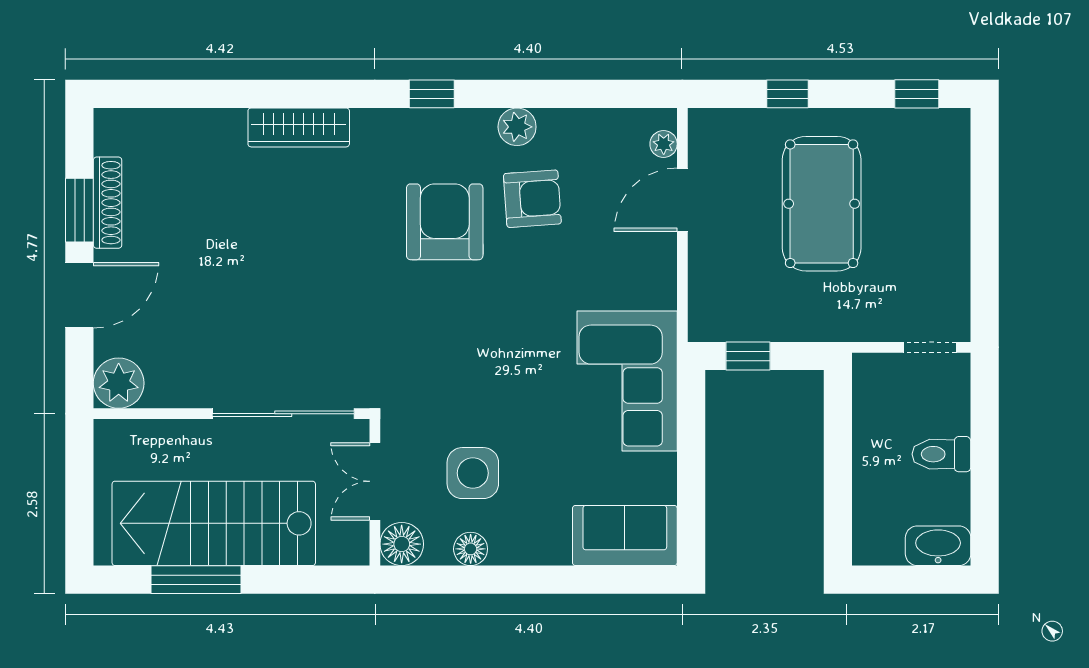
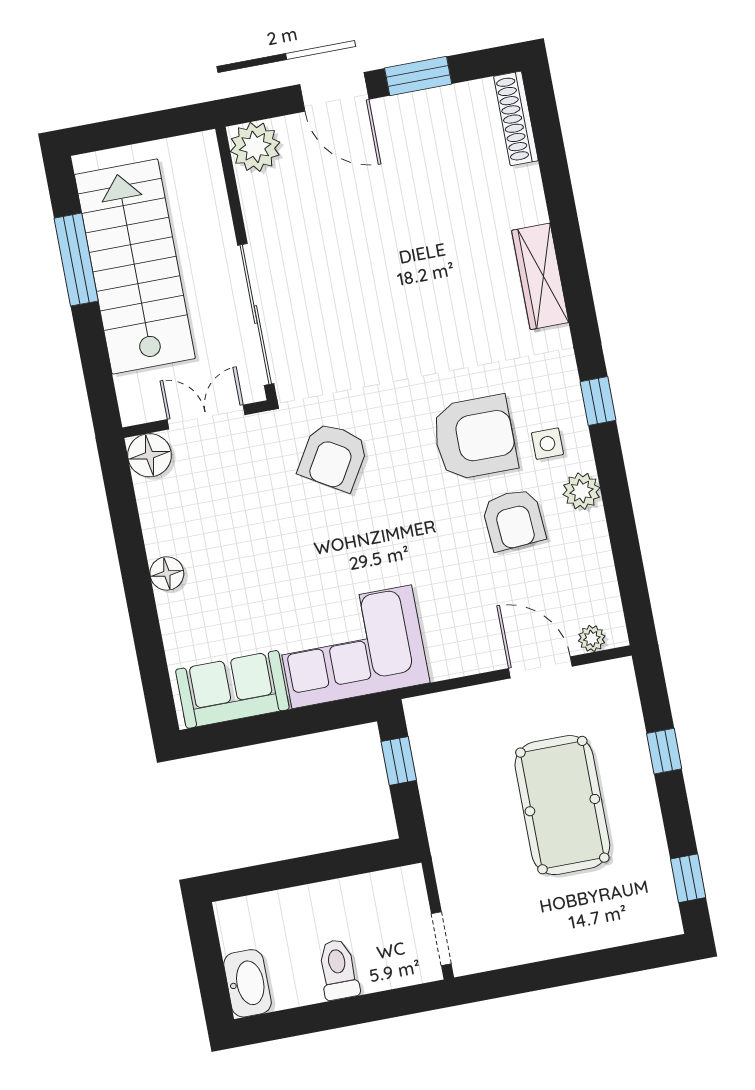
shoe rack: (108, 203) -> (516, 118), moved, turned 90
pool table: (822, 204) -> (562, 805), turned 90
armchair: (437, 364) -> (333, 457), added
side table: (473, 473) -> (547, 444), moved, width x0.54, depth x0.54
sofa: (625, 535) -> (232, 689), moved, turned -90
floor lamp: (471, 549) -> (167, 573), moved

